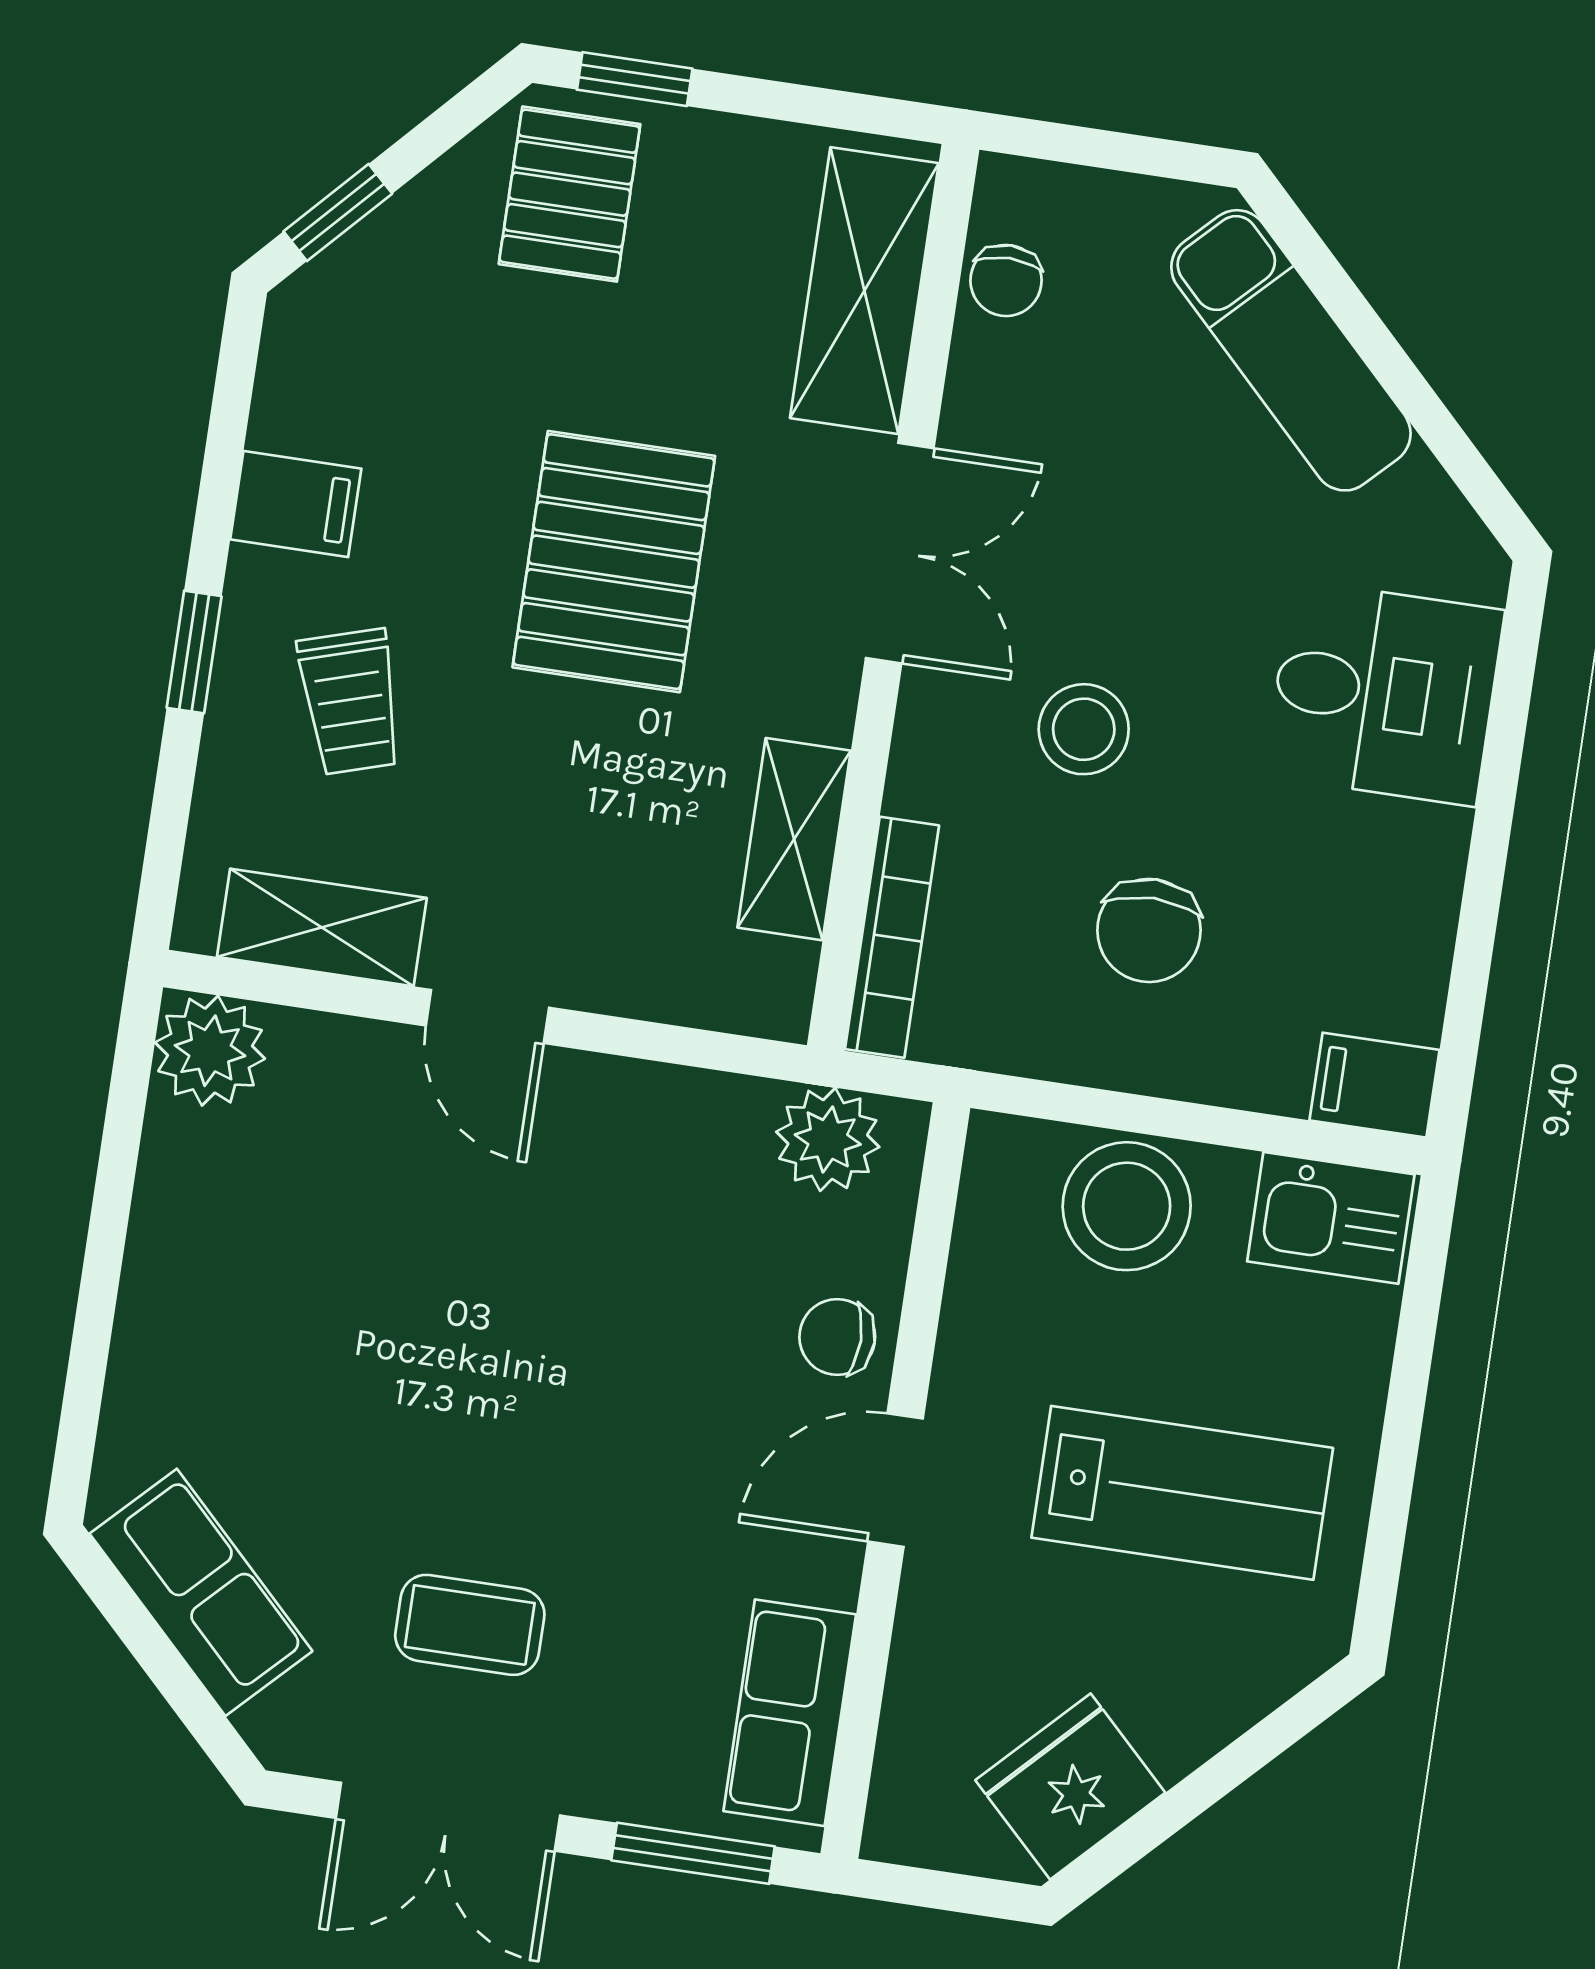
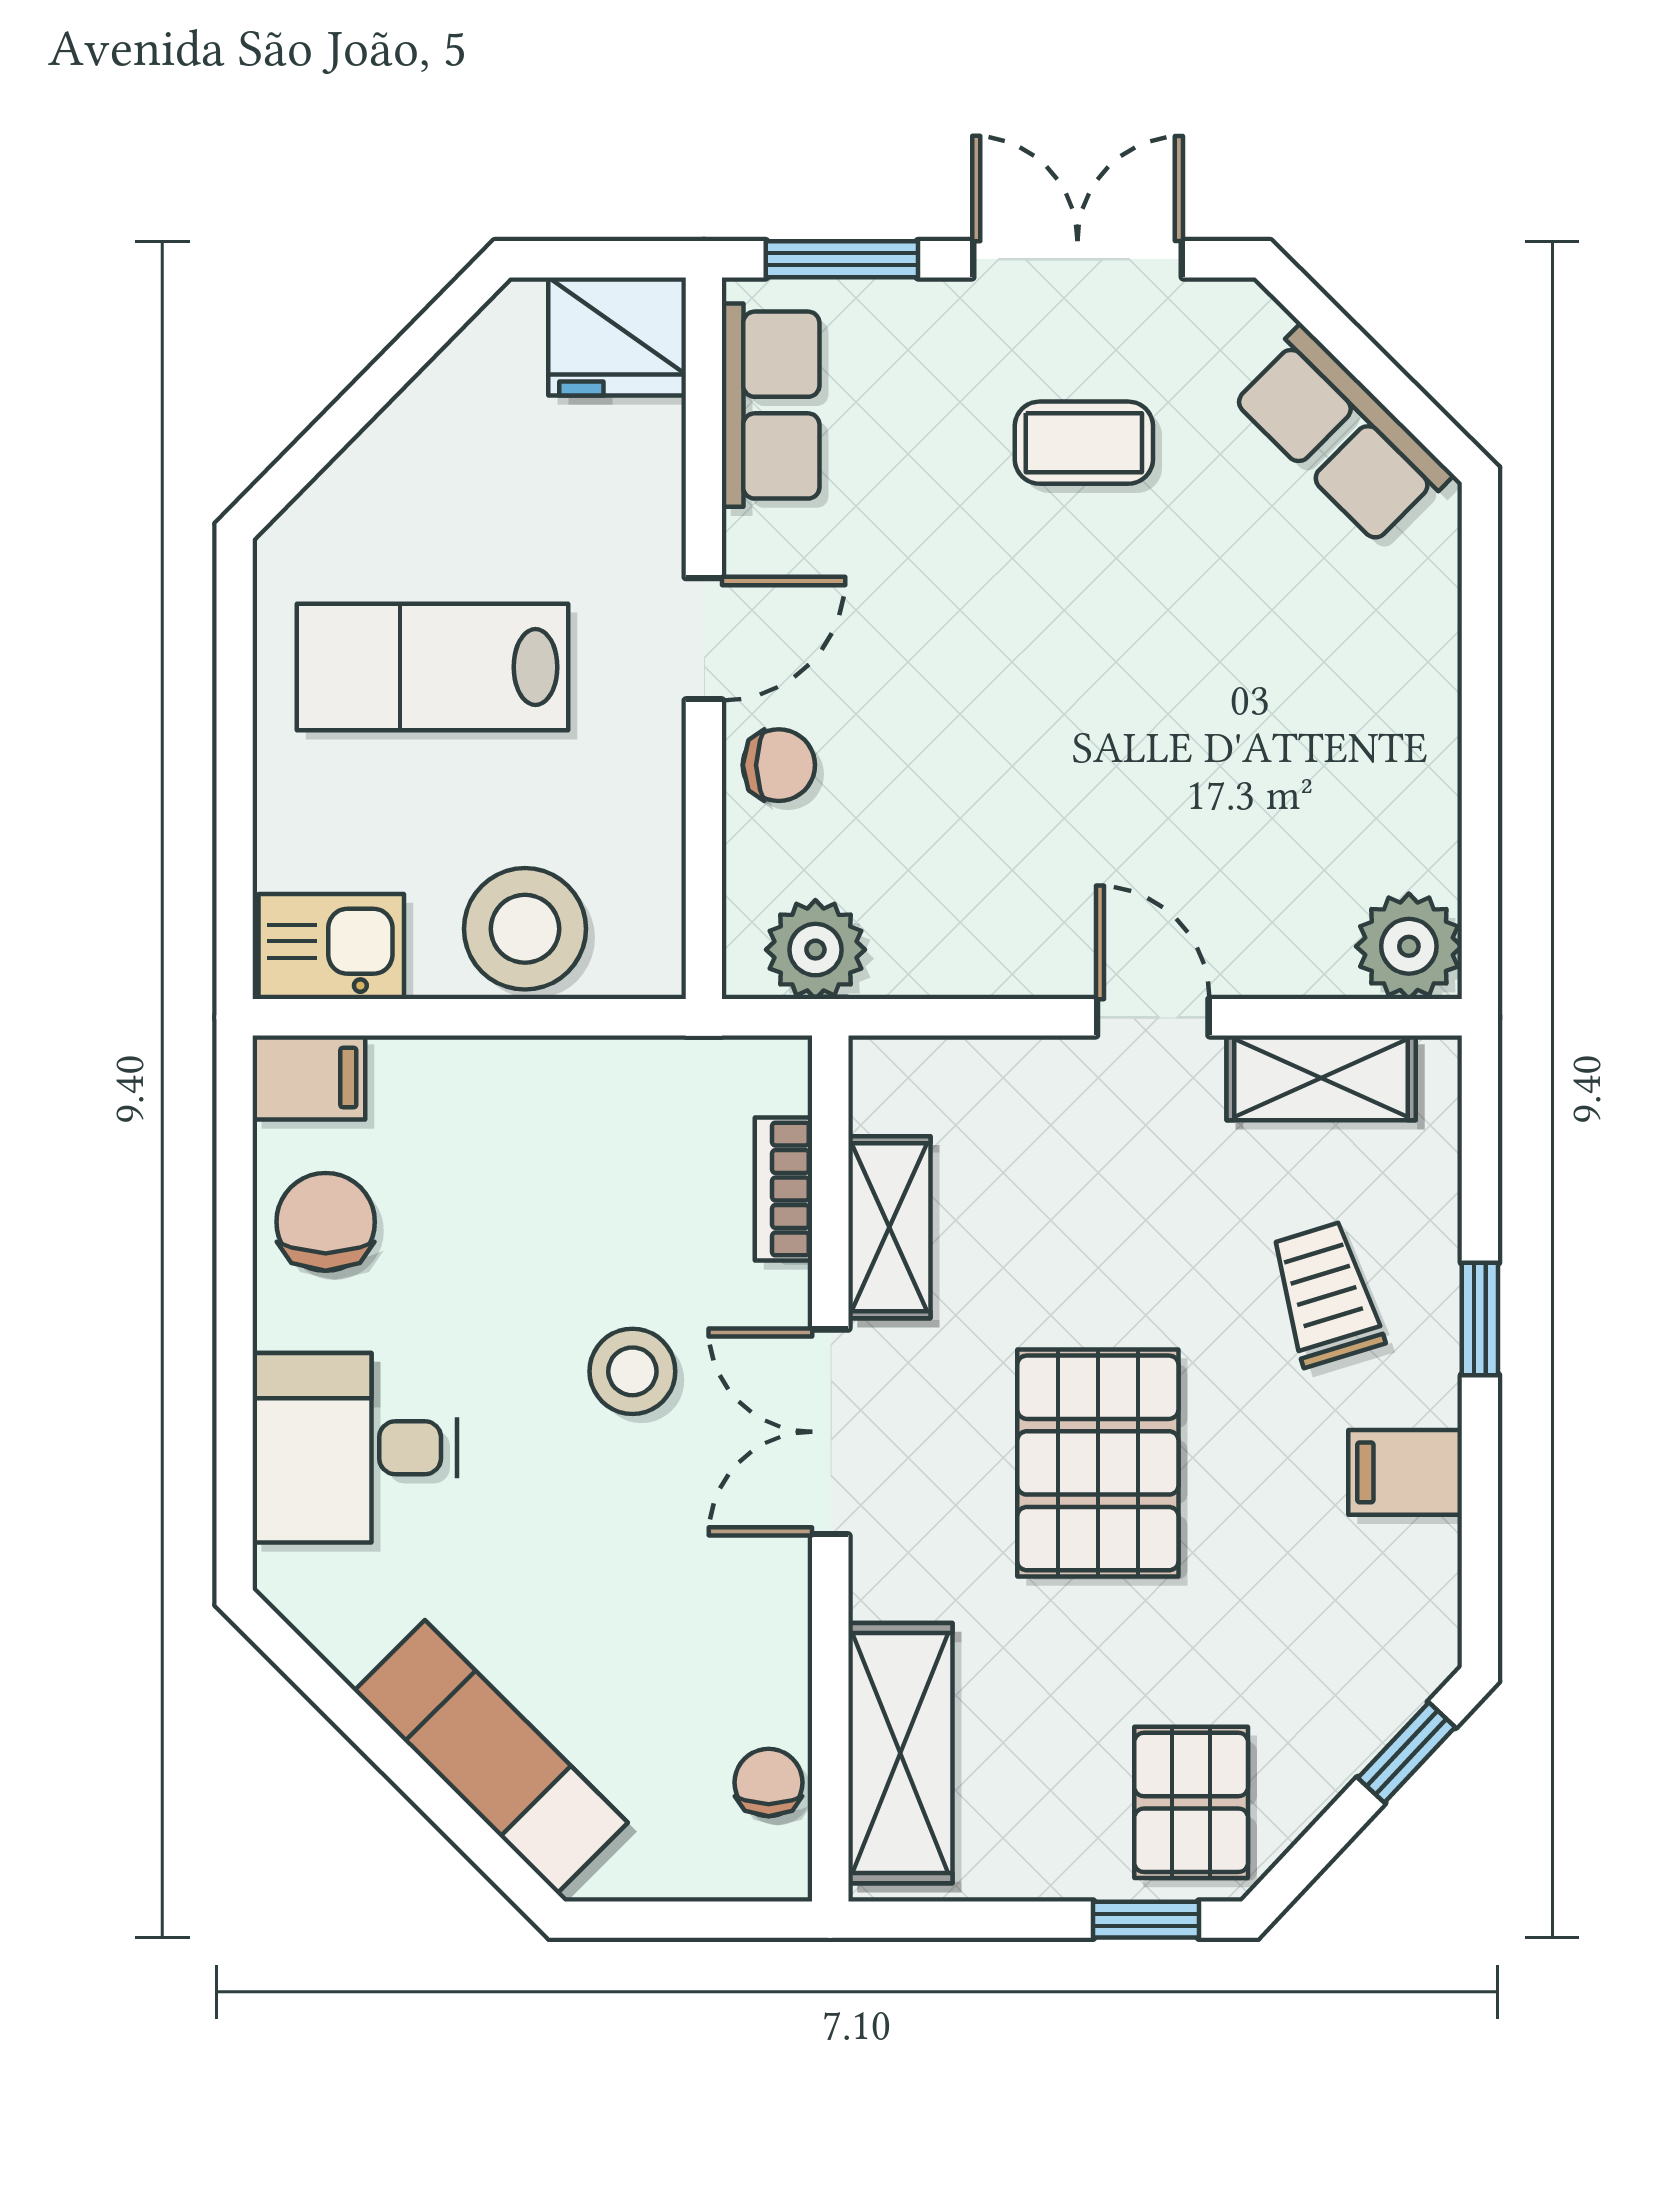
double door: (900, 553) -> (830, 1432), moved
chair: (1149, 930) -> (326, 1222), moved
bookcase: (892, 937) -> (784, 1189), width x0.64
fridge: (1070, 1786) -> (617, 336), moved, turned 45

